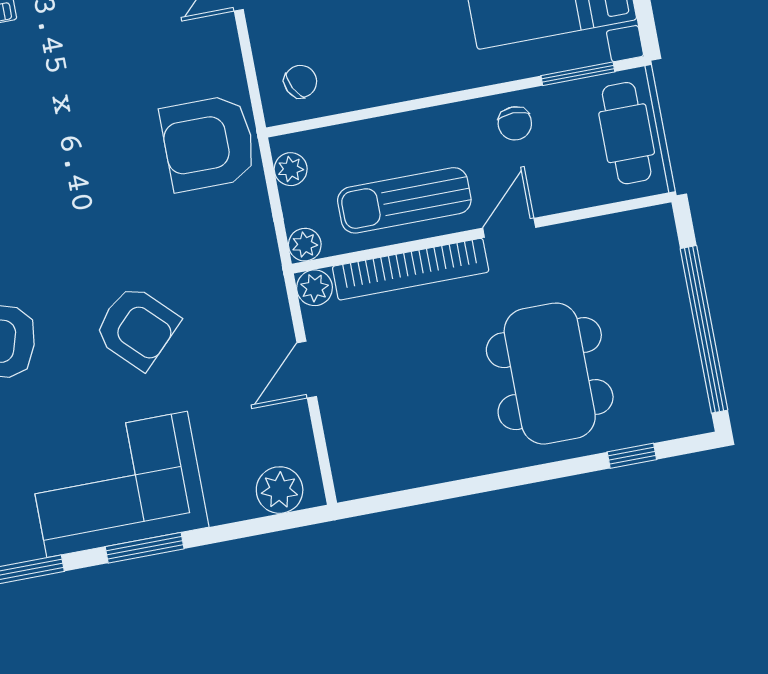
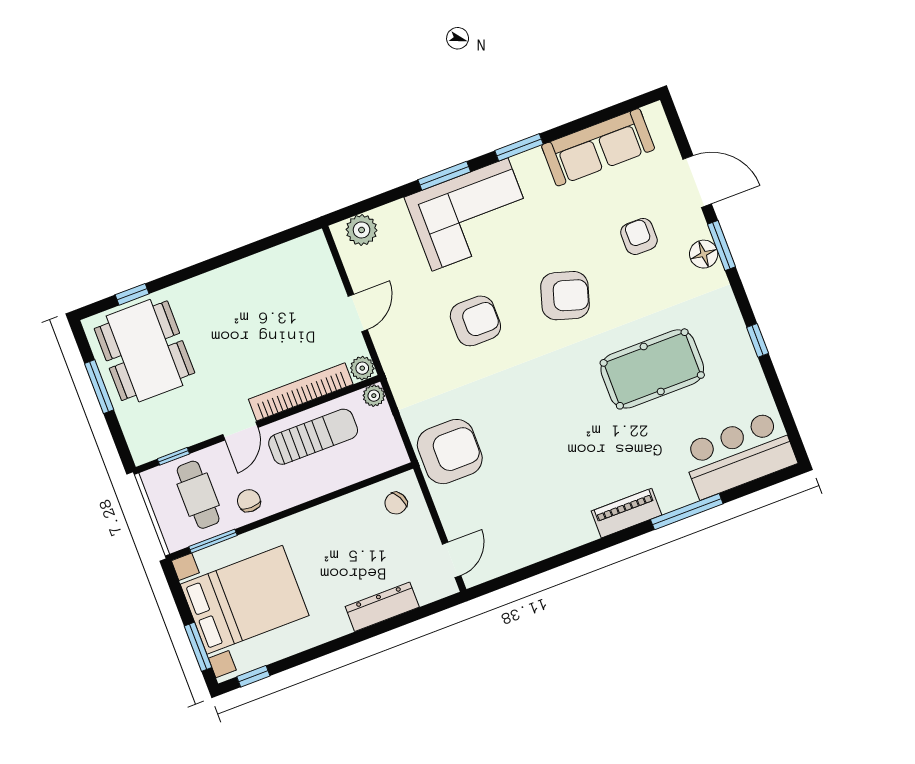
cafe table: (627, 133) -> (198, 495), moved
plant: (291, 169) -> (392, 444), removed
window: (614, 208) -> (173, 456), added
armchair: (137, 327) -> (475, 321), turned 135
window: (704, 329) -> (99, 387), width x0.47
dining table: (550, 374) -> (144, 351), moved

